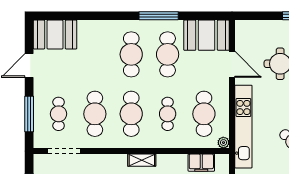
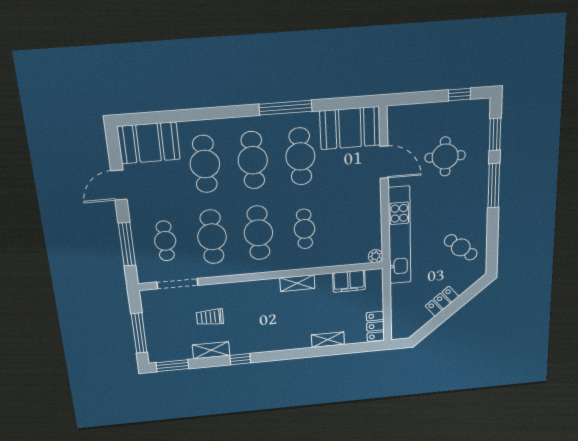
cafe table: (204, 114) -> (205, 164), moved
shelving: (142, 160) -> (297, 283), moved

